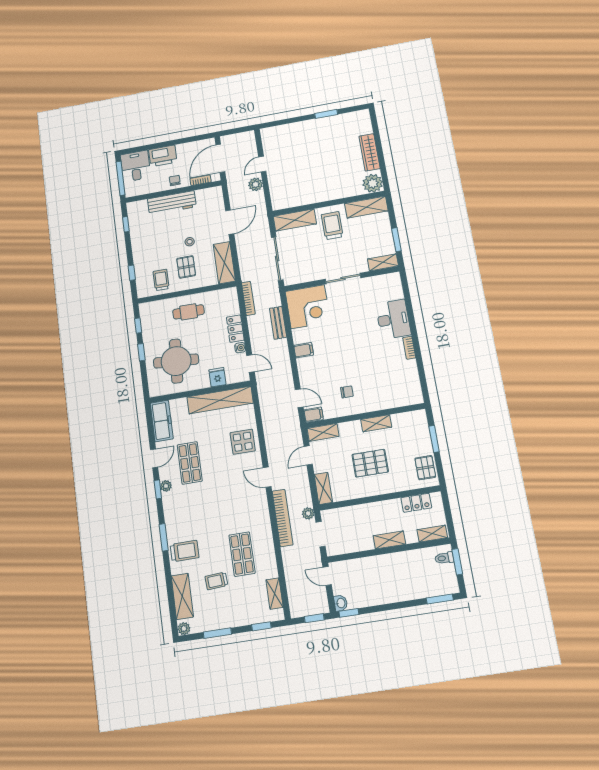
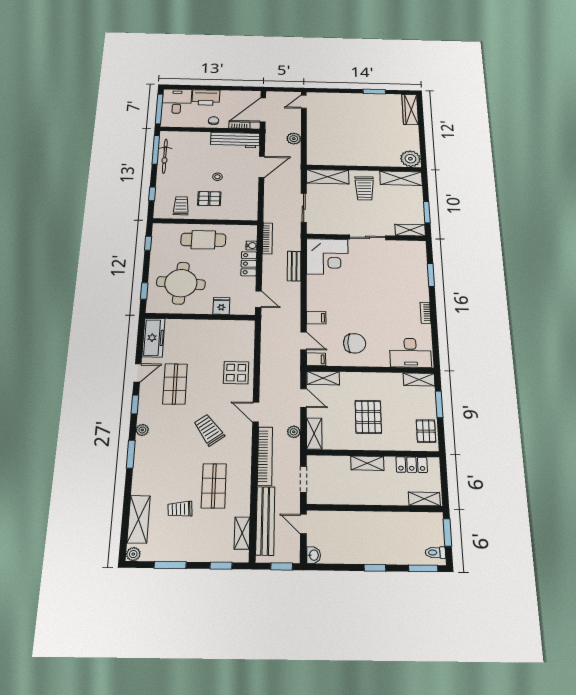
wardrobe: (369, 152) -> (410, 110), moved
door: (262, 164) -> (304, 102), moved
workbench: (172, 203) -> (235, 140), moved
window: (126, 224) -> (156, 150), width x2.17
trolley: (332, 226) -> (364, 188), turned 180
bicycle: (136, 229) -> (165, 156), added
sliding door: (277, 258) -> (304, 208), width x0.73
shelving: (224, 263) -> (249, 202), removed
pallet: (186, 267) -> (209, 199), turned 90
window: (409, 307) -> (431, 275), added
cafe table: (189, 312) -> (203, 240), width x1.37, depth x1.35
desk: (393, 319) -> (410, 353), moved, turned 90
water cooler: (240, 348) -> (252, 246), moved
filing cabinet: (304, 350) -> (316, 318), moved
window: (141, 352) -> (144, 291), moved
chair: (347, 392) -> (355, 343), width x1.87, depth x1.87
shelving: (220, 400) -> (220, 328), removed
shelving: (376, 423) -> (419, 379), moved
door: (308, 455) -> (304, 398), swing flipped
pallet: (370, 463) -> (368, 417), turned 90
plant: (166, 486) -> (142, 430), moved
plant: (308, 513) -> (294, 432), moved
shelving: (389, 540) -> (367, 463), moved
trolley: (185, 551) -> (209, 430), moved, turned -126
toilet: (444, 558) -> (435, 553), moved
bench: (293, 579) -> (265, 521), added
window: (349, 613) -> (375, 568), moved

